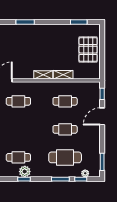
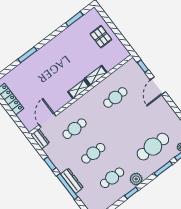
pallet: (88, 50) -> (101, 37), width x0.67, depth x0.71
cafe table: (65, 129) -> (93, 153), moved
plant: (25, 172) -> (136, 179), moved

